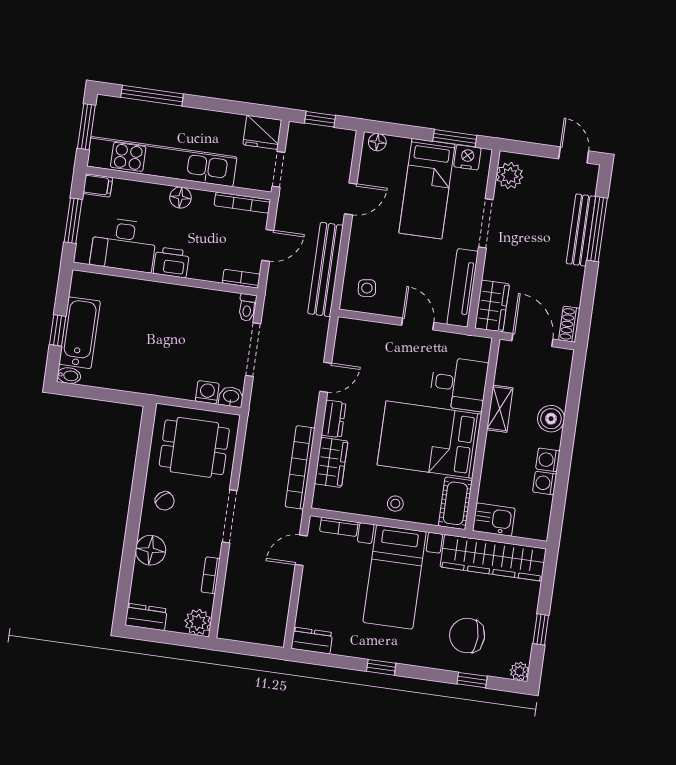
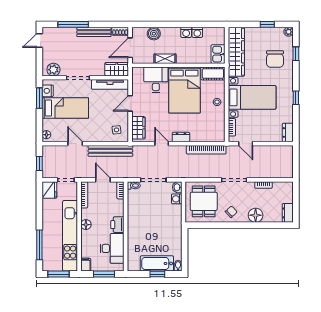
bench: (581, 230) -> (94, 32), moved
boiler: (551, 419) -> (154, 34), moved
wardrobe: (331, 462) -> (138, 128), moved, turned 90
plant: (198, 622) -> (287, 188), removed

